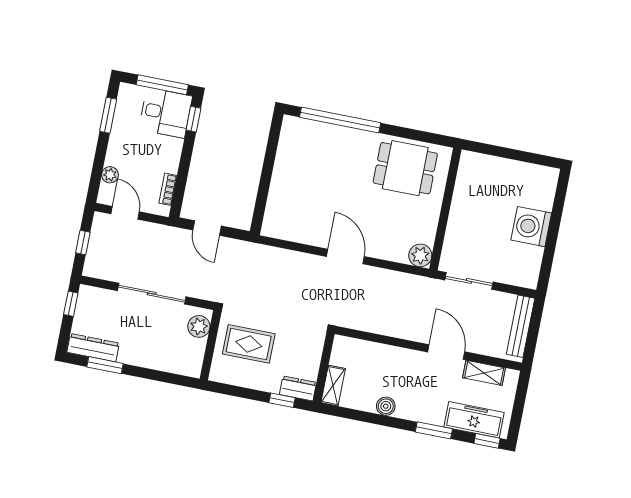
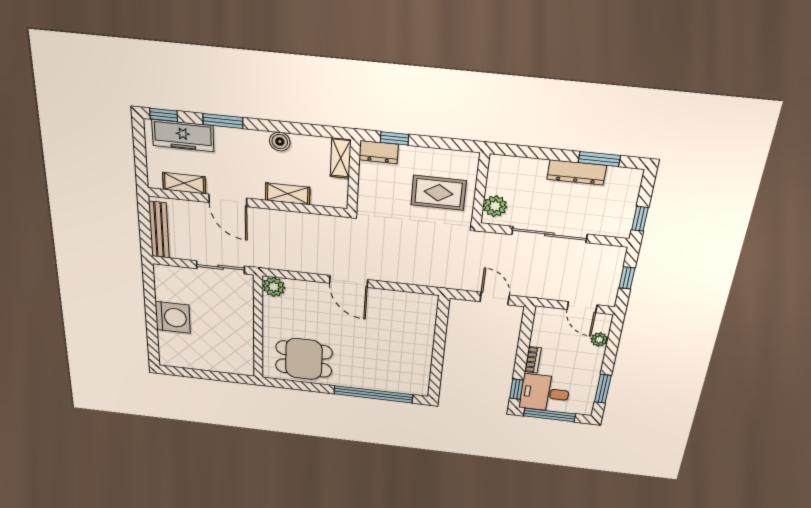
bookcase: (168, 189) -> (533, 360), moved
dresser: (93, 348) -> (577, 172), moved
shelving: (388, 354) -> (288, 194), added

